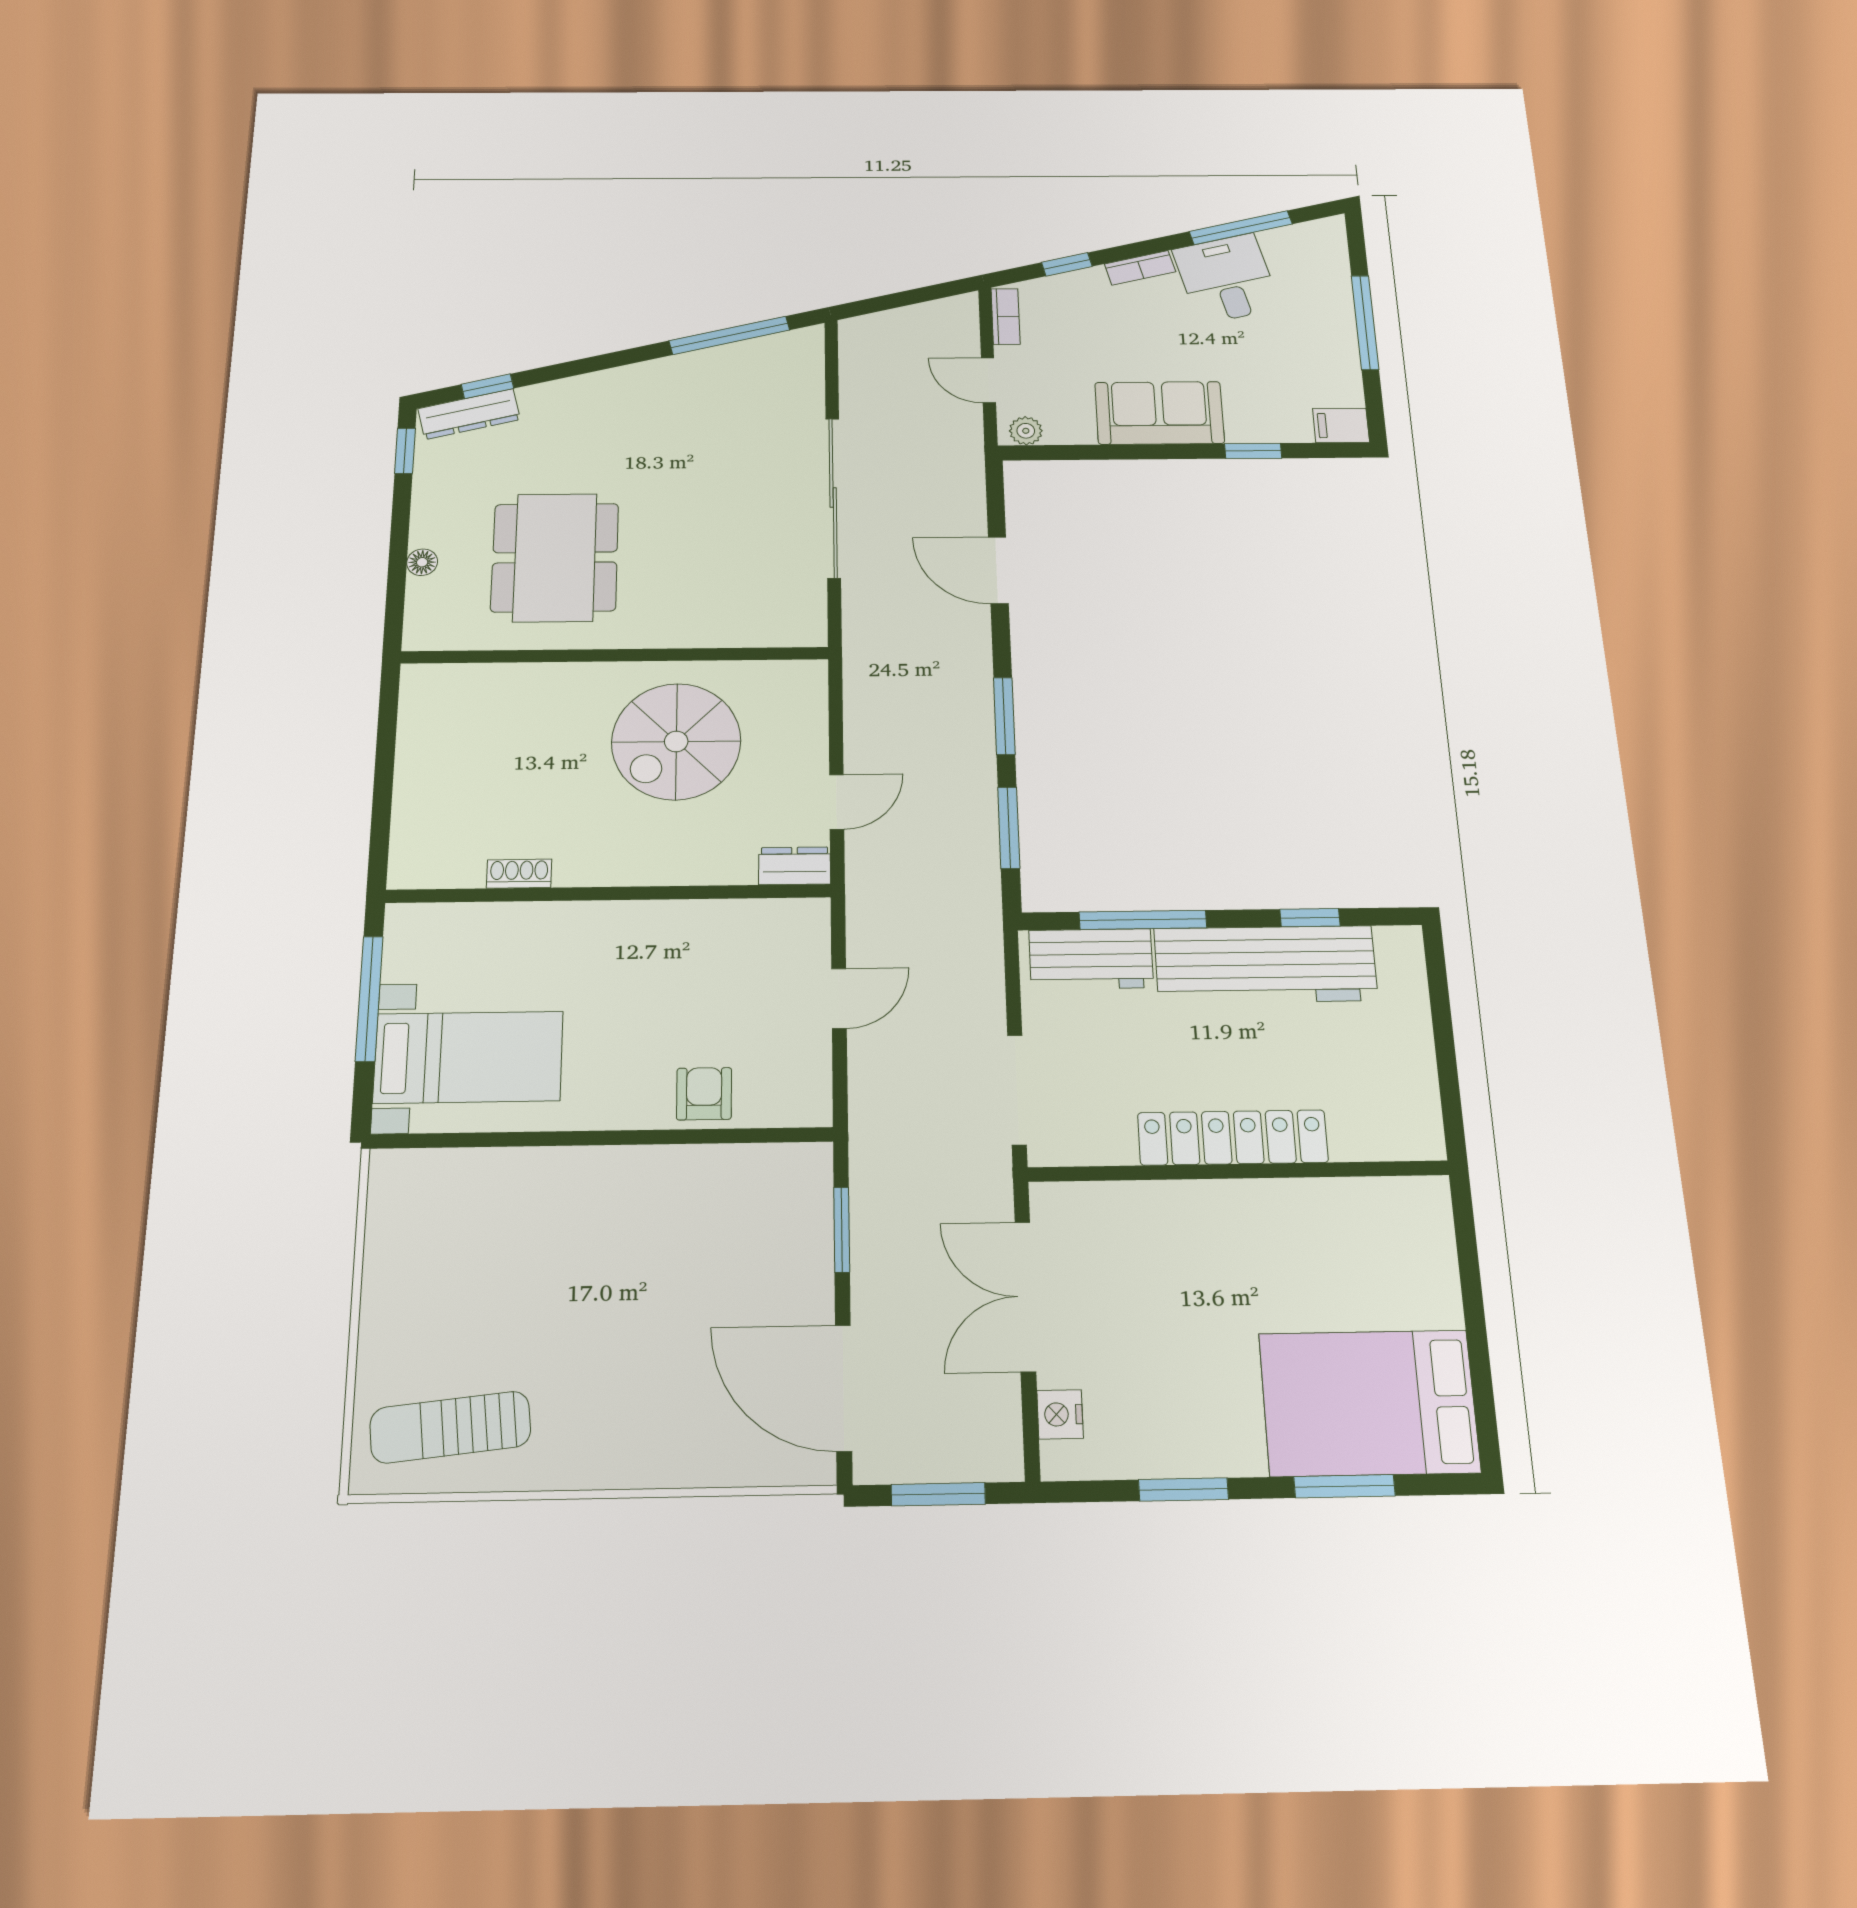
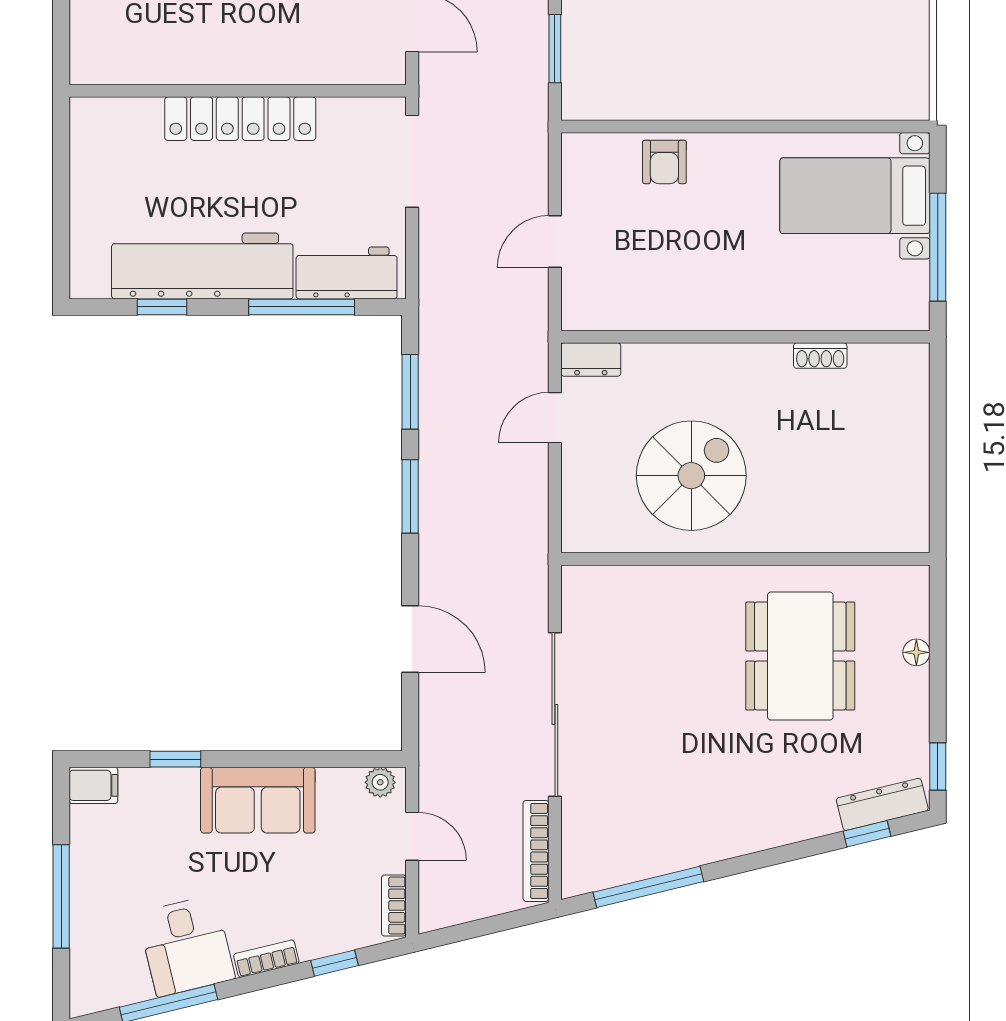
bookcase: (852, 368) -> (536, 851), added

